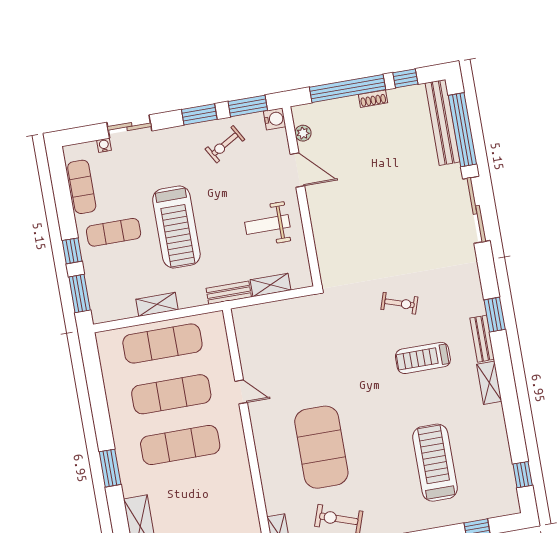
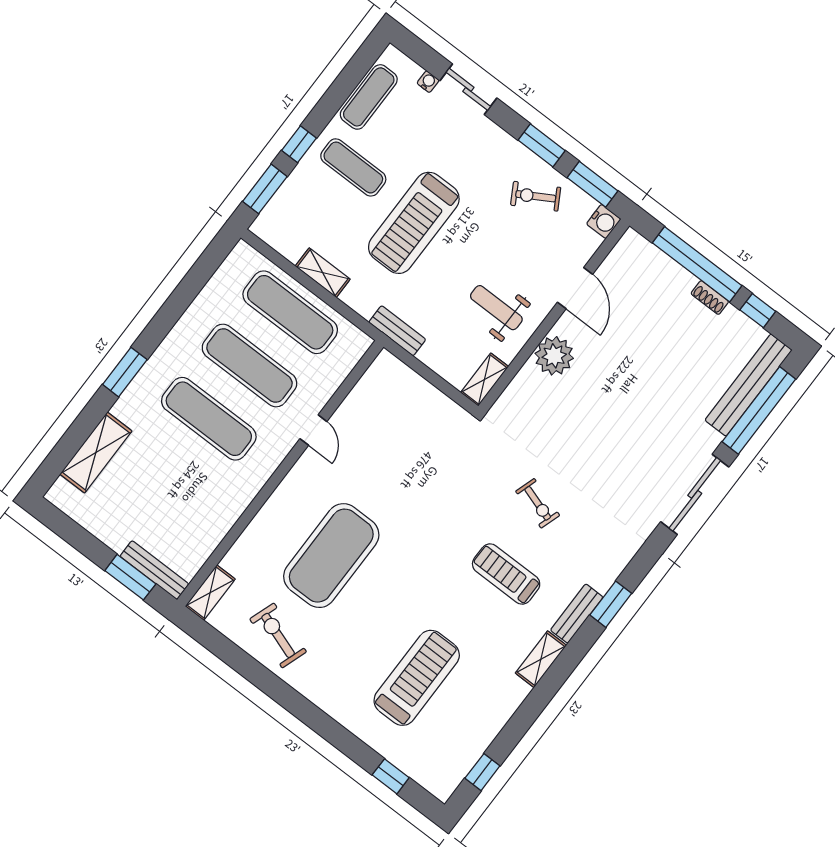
plant: (303, 133) -> (554, 356), moved, width x1.87, depth x1.87
shelving: (270, 285) -> (484, 380), moved, turned 90

